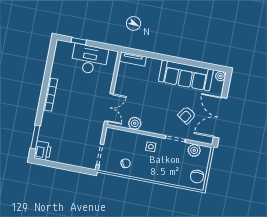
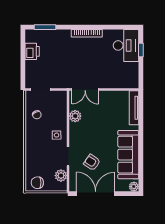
desk: (89, 59) -> (126, 45), moved
tv unit: (133, 59) -> (134, 108), width x1.41
printer: (43, 151) -> (32, 51), moved, turned -90

